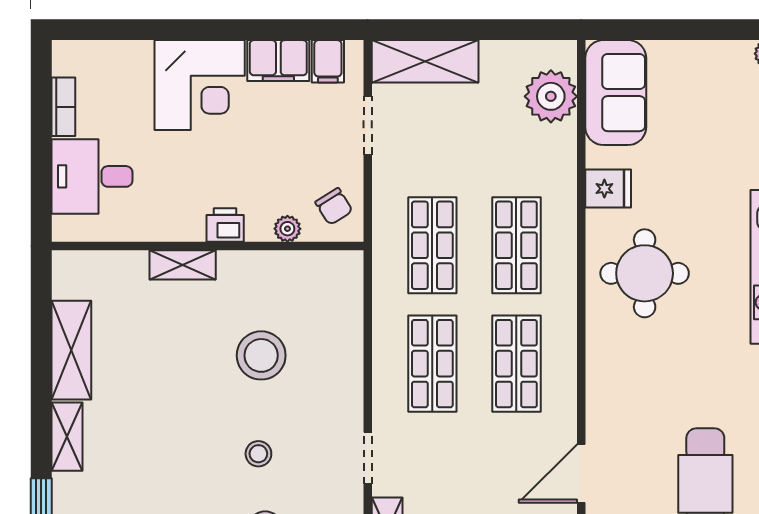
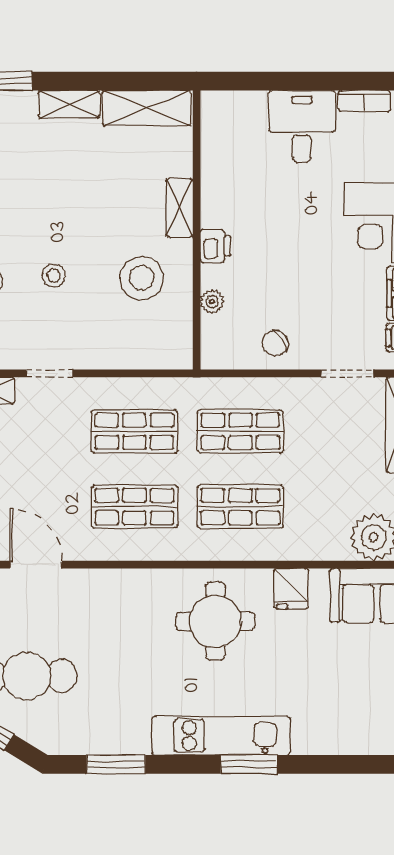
printer: (225, 225) -> (215, 246), moved
plant: (287, 229) -> (212, 302), moved
wall: (208, 246) -> (197, 230), moved
shelving: (183, 265) -> (180, 208), moved

